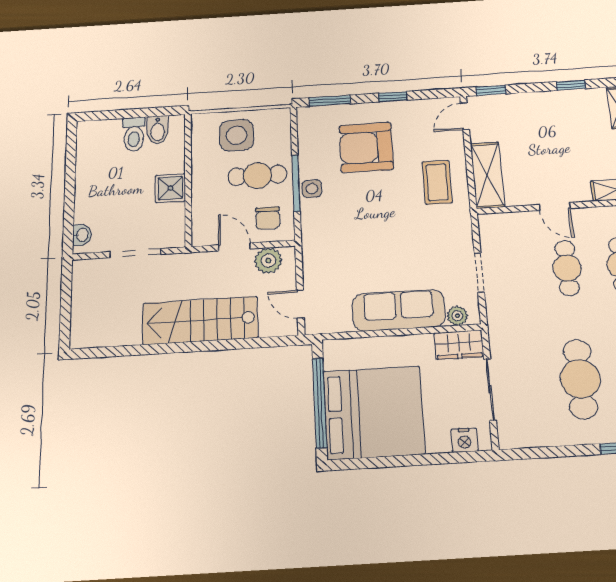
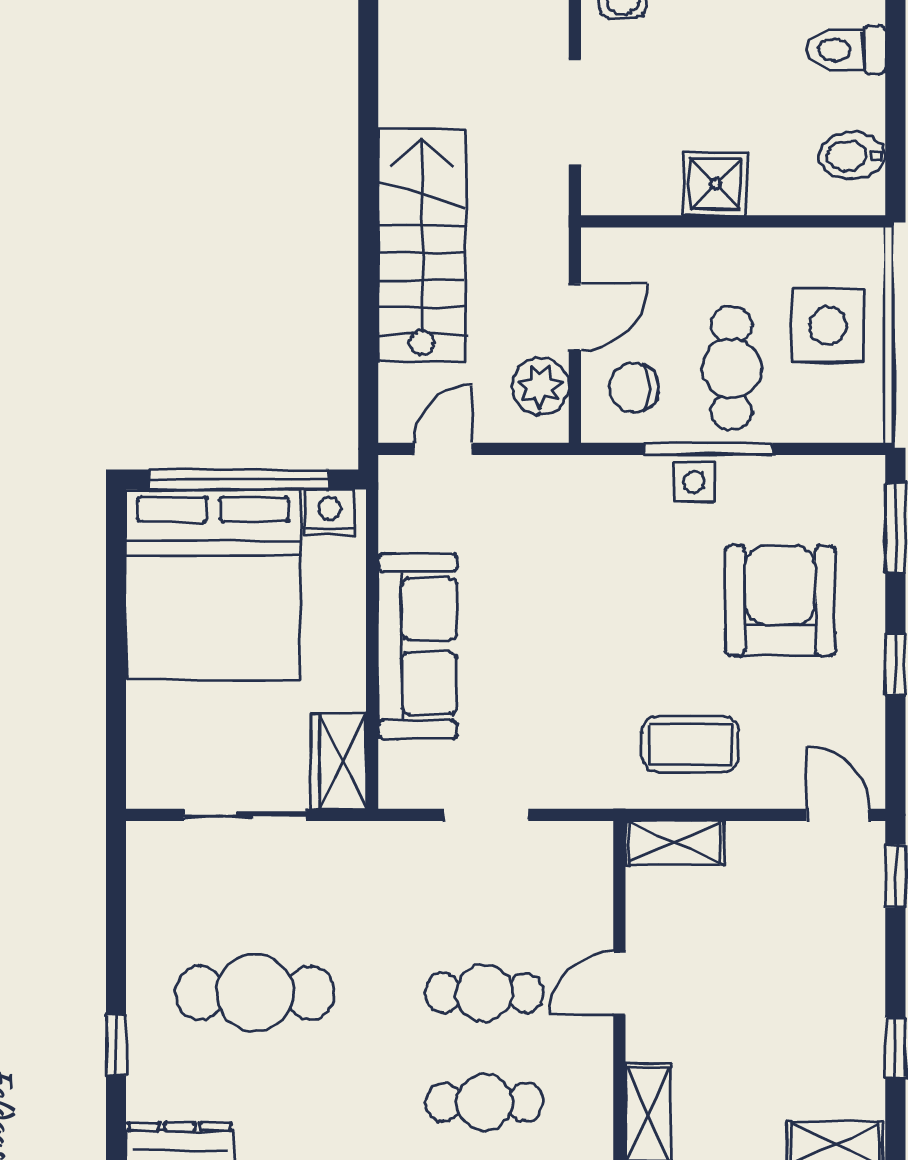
toilet: (134, 134) -> (846, 50), moved
shelving: (487, 175) -> (675, 843), width x0.67, depth x0.75
plant: (457, 316) -> (398, 763), removed
nightstand: (464, 440) -> (330, 512), moved, turned 90

